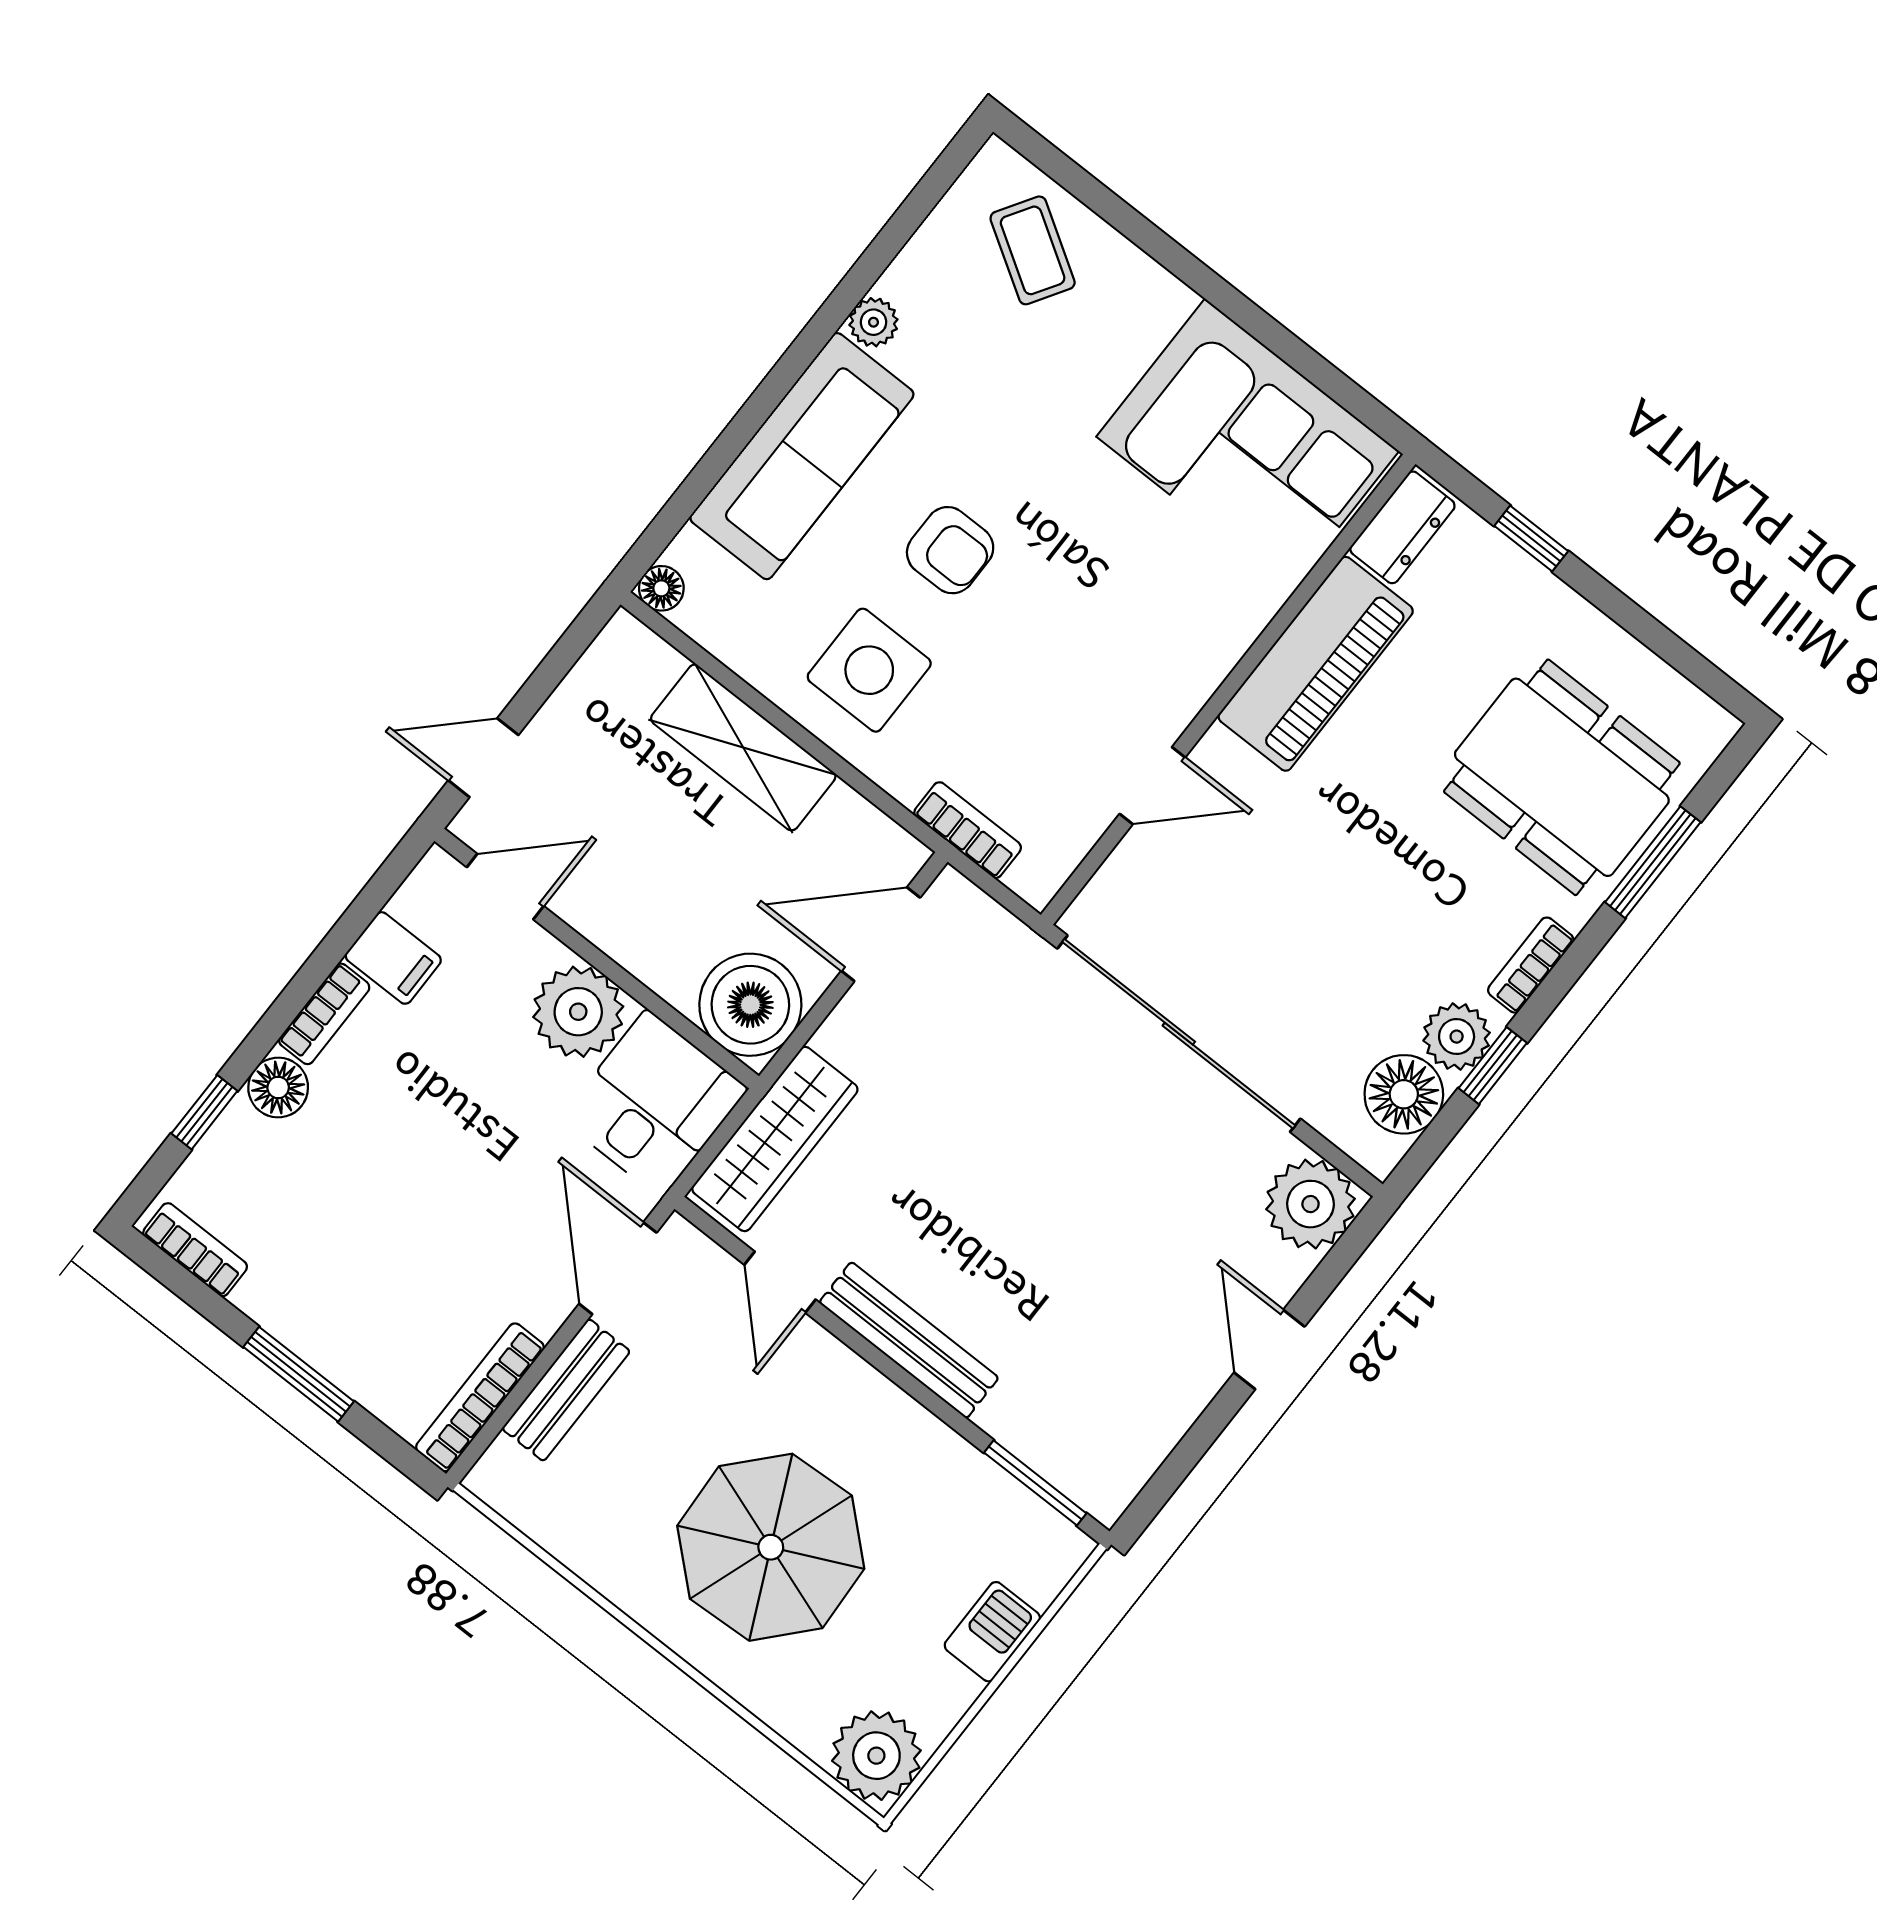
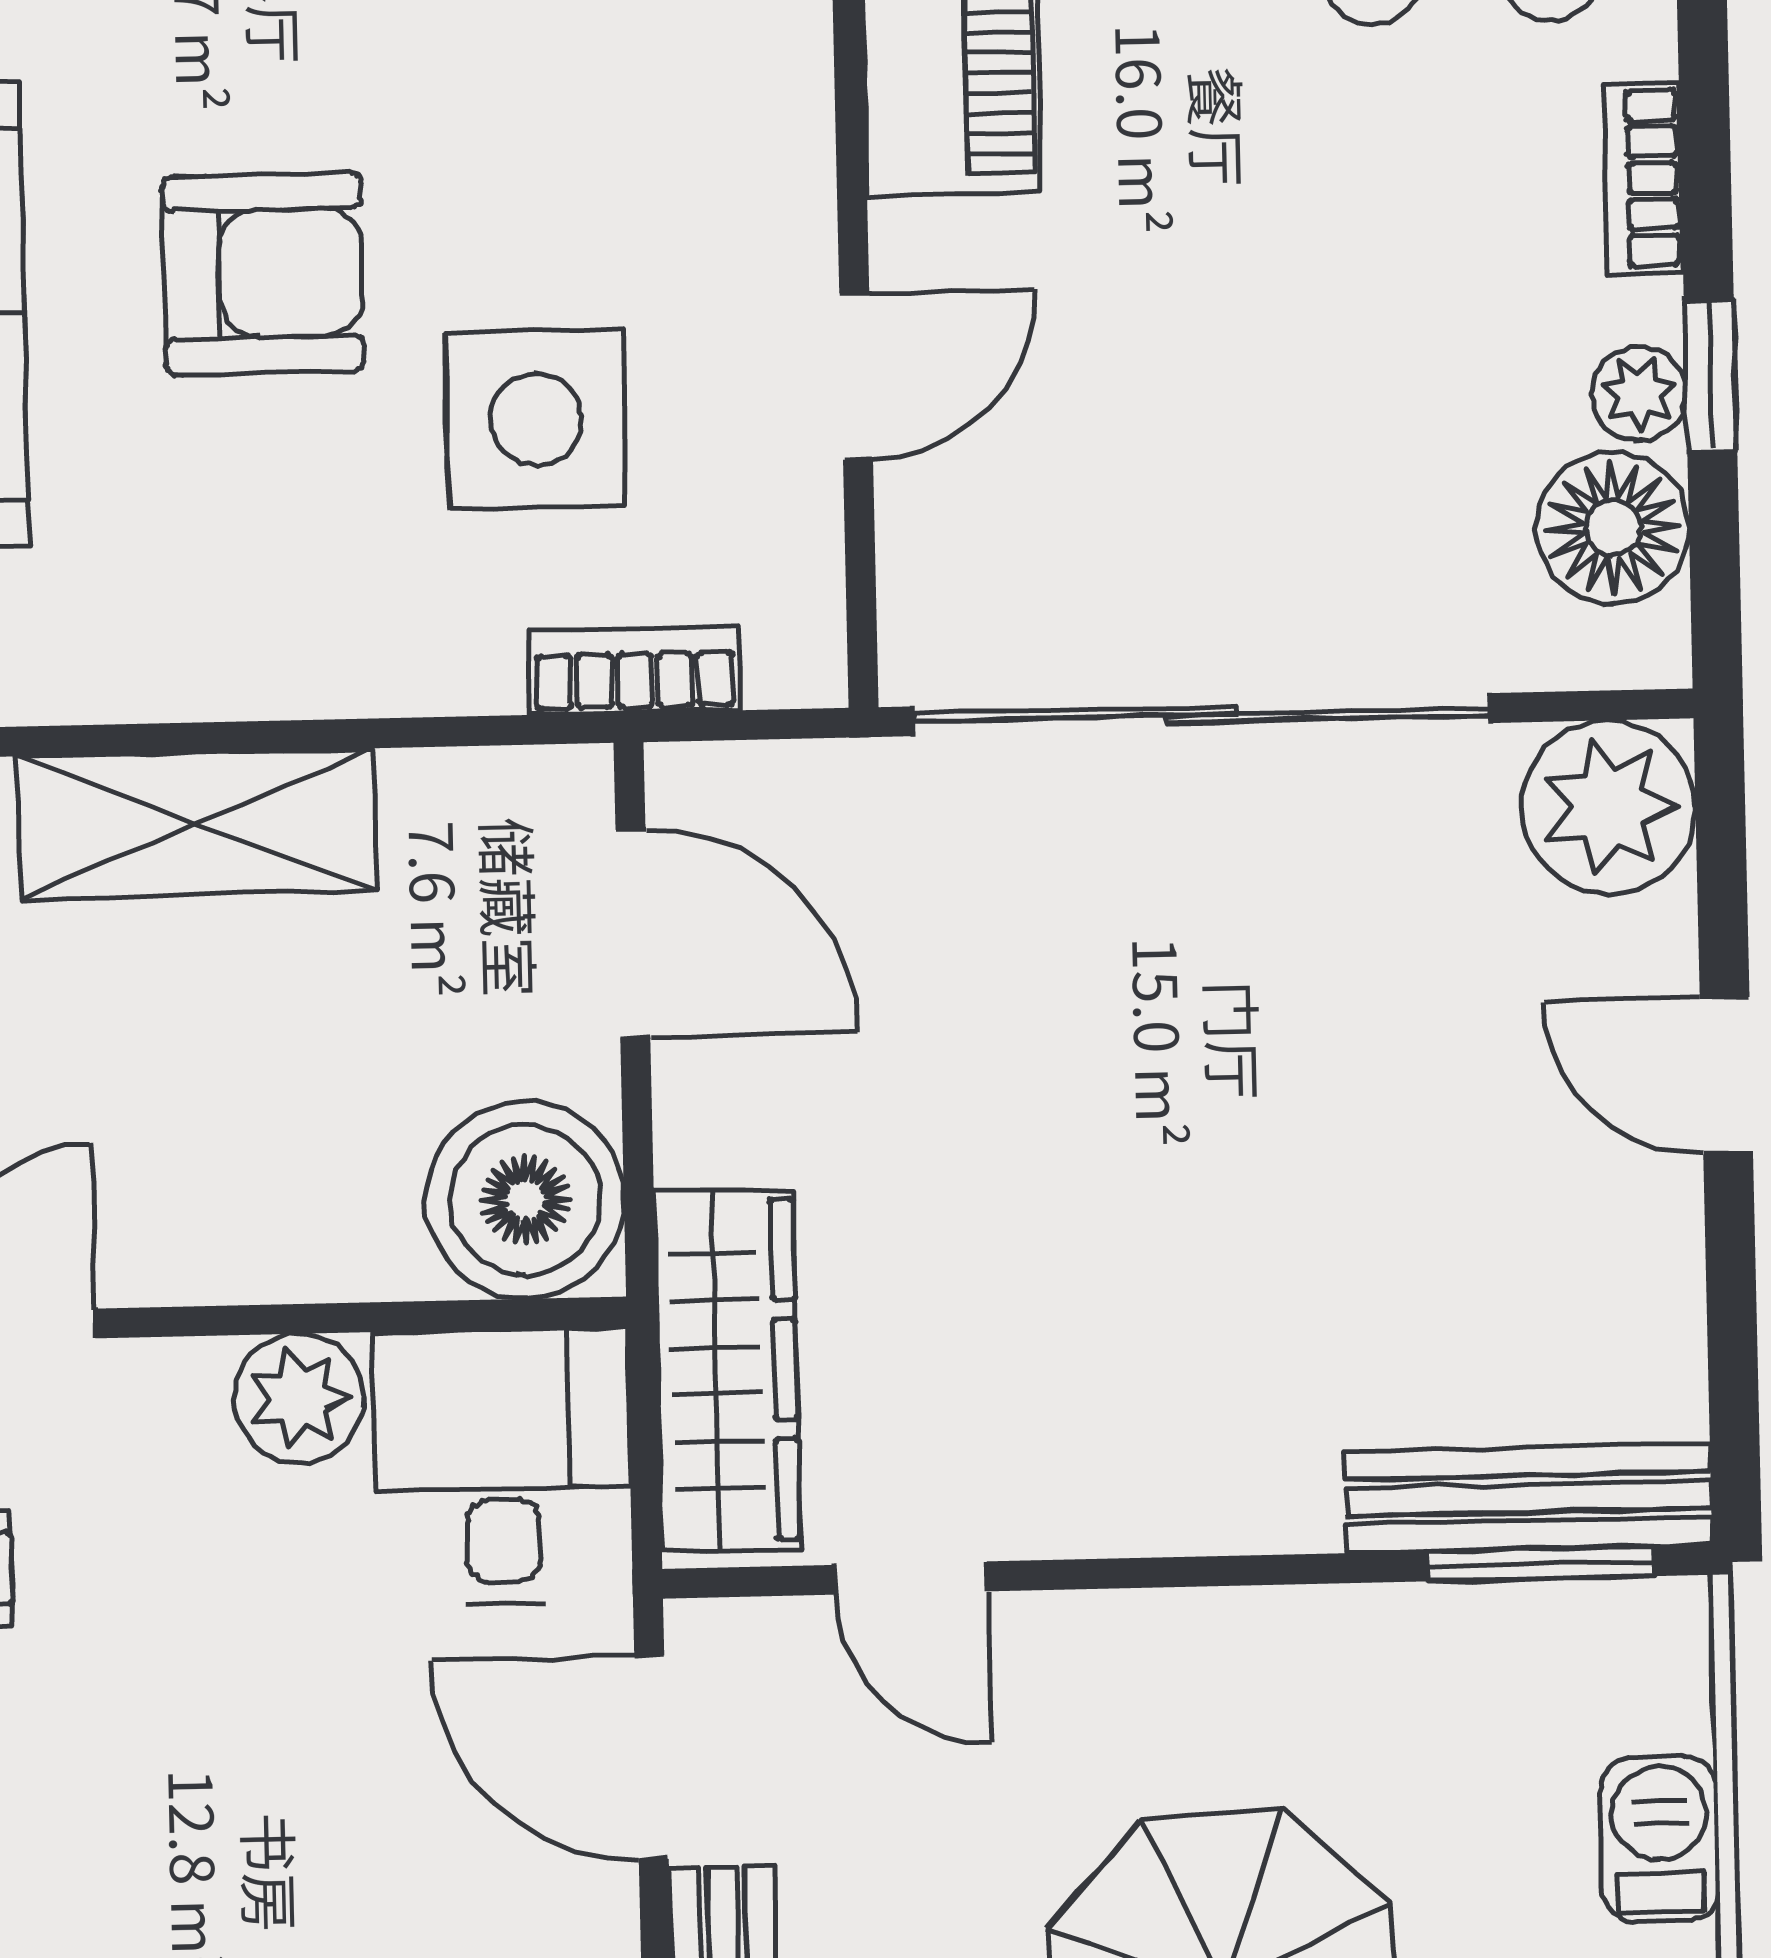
armchair: (950, 550) -> (263, 273), width x1.38, depth x1.38
side table: (869, 670) -> (536, 419), moved
door: (881, 934) -> (633, 933), swing flipped
plant: (578, 1012) -> (299, 1398), width x0.73, depth x0.73
plant: (1457, 1037) -> (1639, 394), width x0.73, depth x0.73
bench: (909, 1340) -> (1528, 1498), moved

